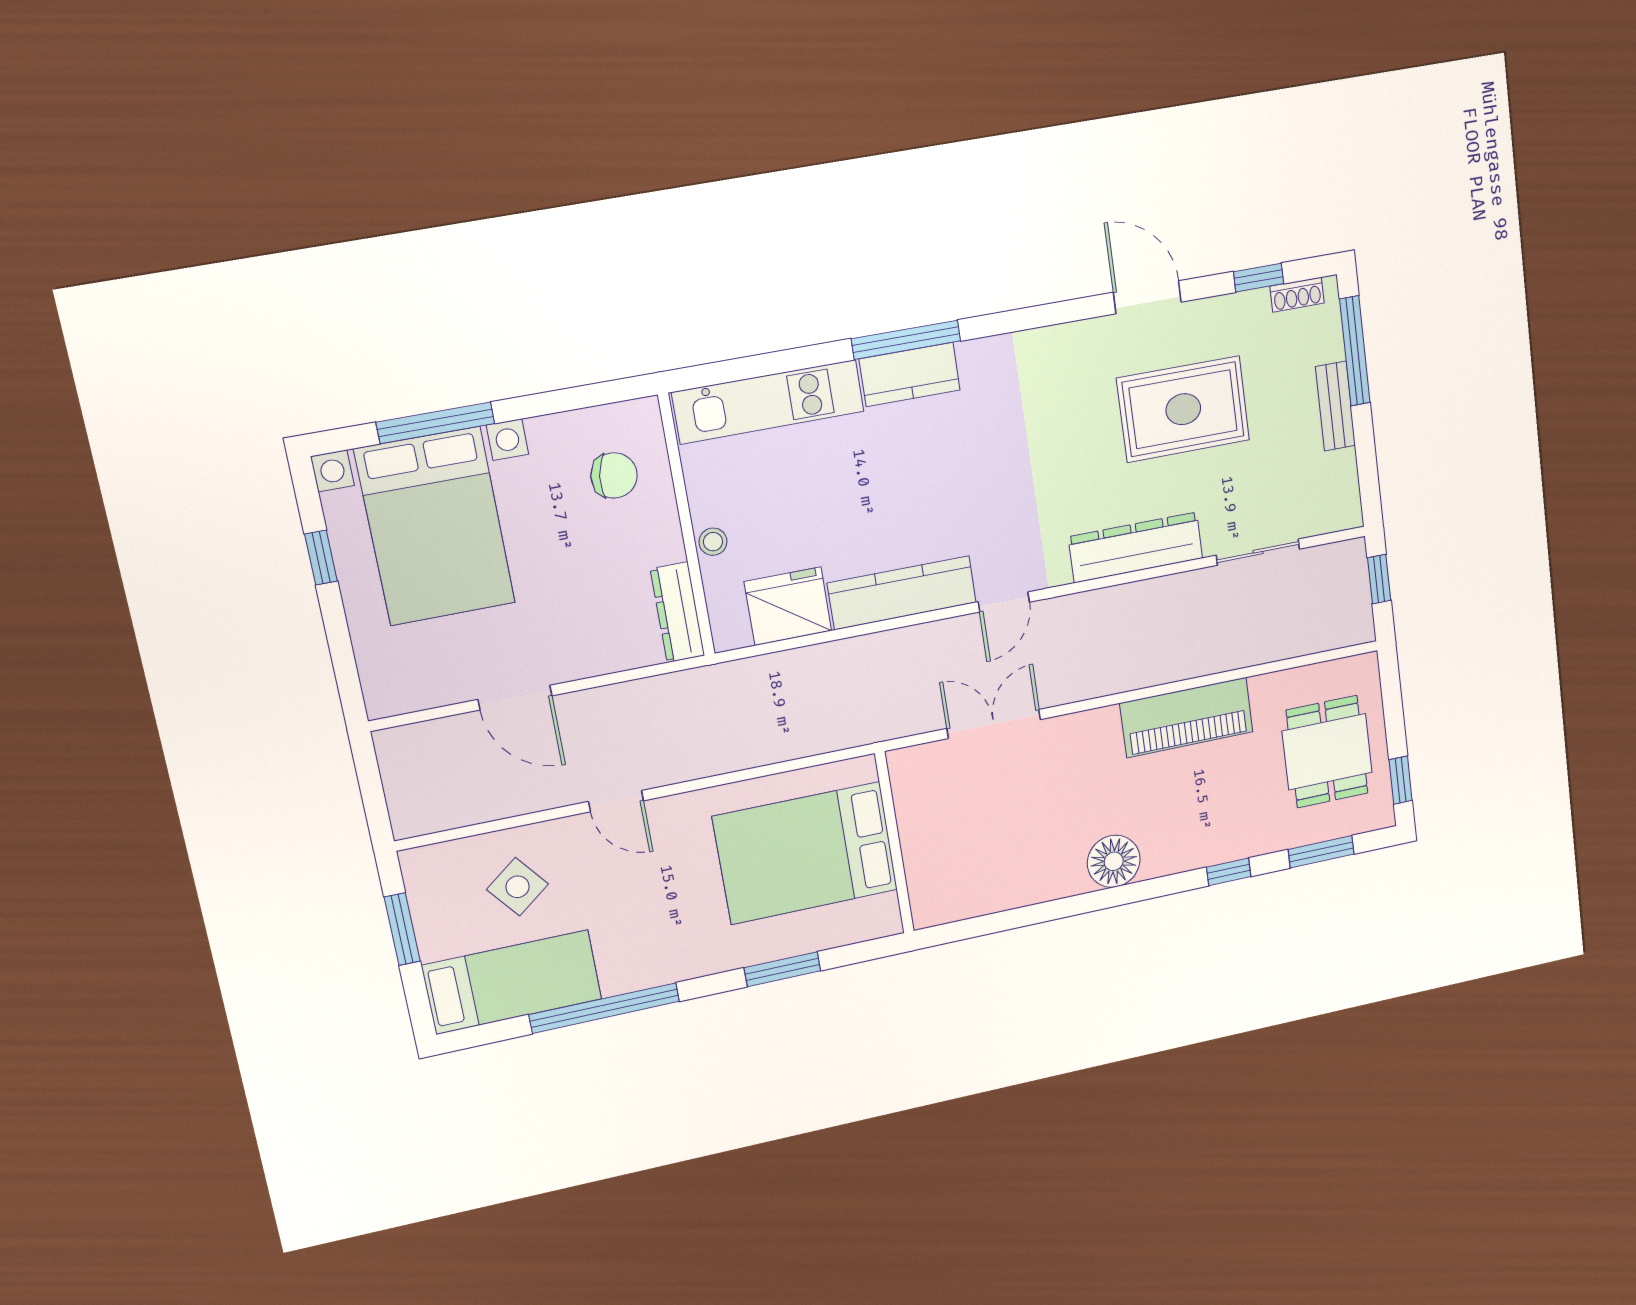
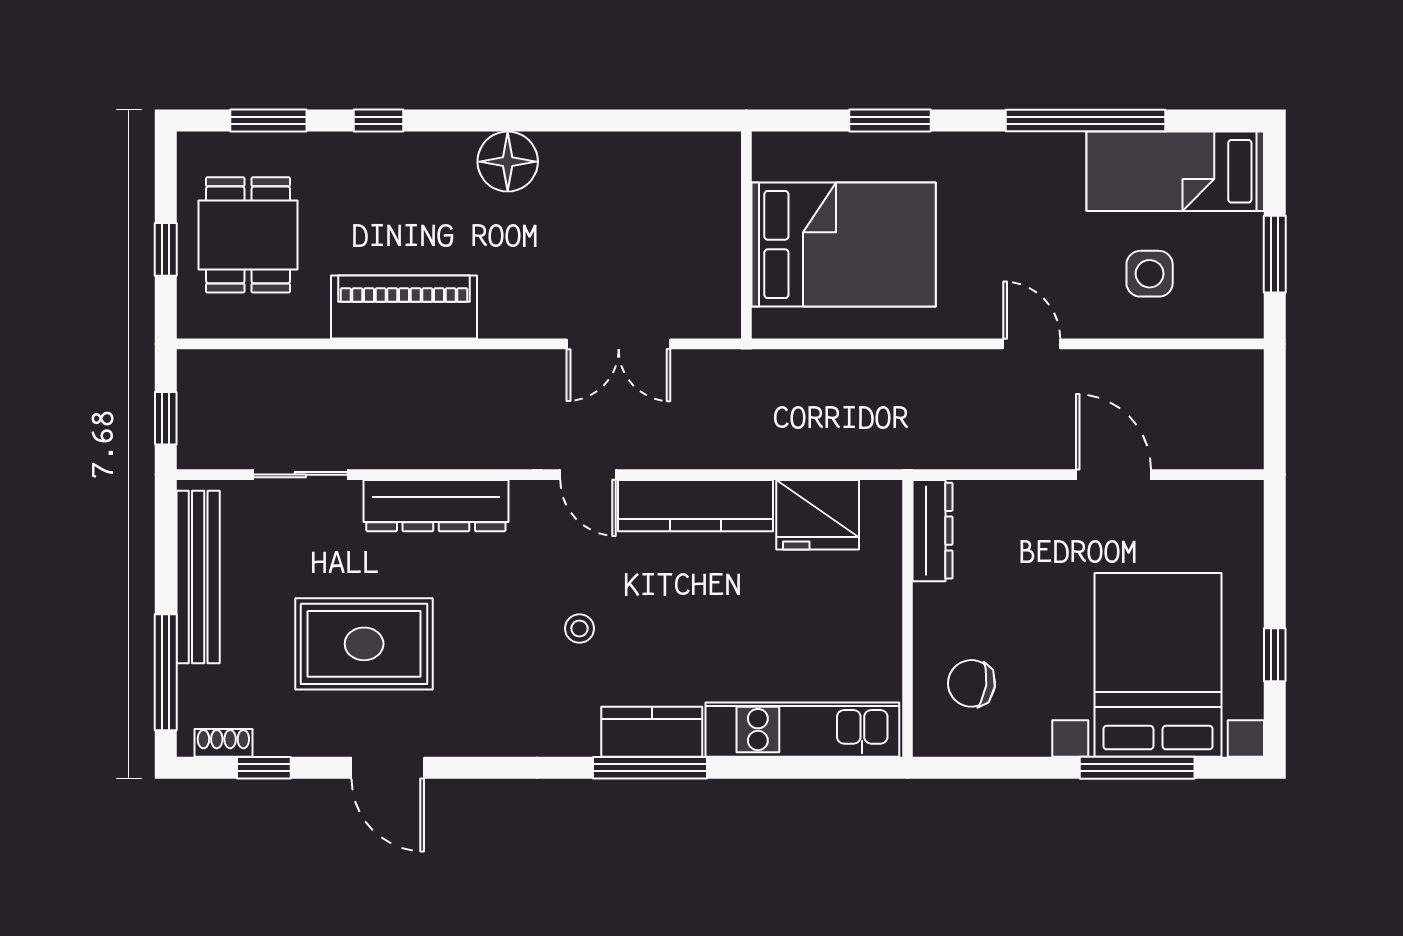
bench: (1335, 406) -> (198, 577), width x1.86, depth x1.21
stool: (713, 542) -> (579, 628), moved
door: (1004, 602) -> (588, 475), swing flipped
window: (1401, 780) -> (166, 249), moved
side table: (518, 887) -> (1150, 274), turned 38

